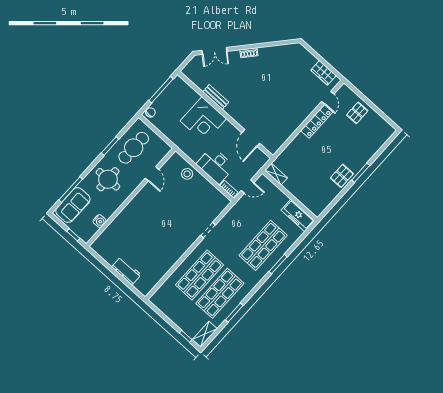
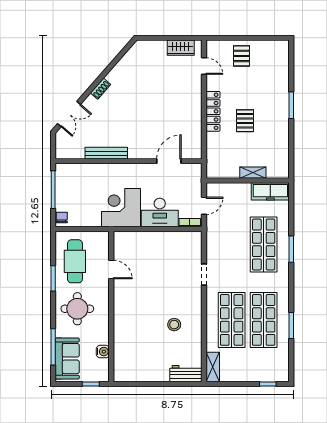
bench: (216, 97) -> (106, 153), width x1.36
corner desk: (203, 120) -> (121, 208), moved, turned 180
locker: (317, 121) -> (213, 111), moved
door: (251, 138) -> (169, 161), swing flipped
stool: (187, 174) -> (174, 325), moved
shelving: (276, 174) -> (253, 173), moved
pallet: (342, 176) -> (245, 121), moved
workbench: (126, 271) -> (186, 374), moved
shelving: (205, 334) -> (213, 367), moved

